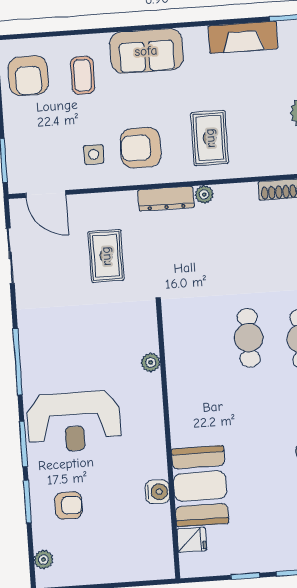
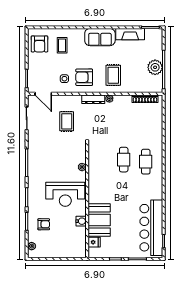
sofa: (146, 51) -> (100, 37), moved
reception desk: (74, 422) -> (65, 194), moved

